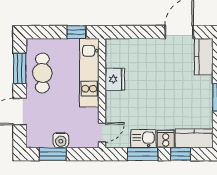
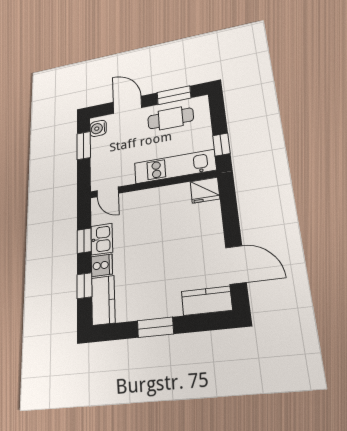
fridge: (115, 79) -> (205, 190), moved
water cooler: (61, 140) -> (98, 128), moved
window: (143, 154) -> (84, 241), width x0.67

